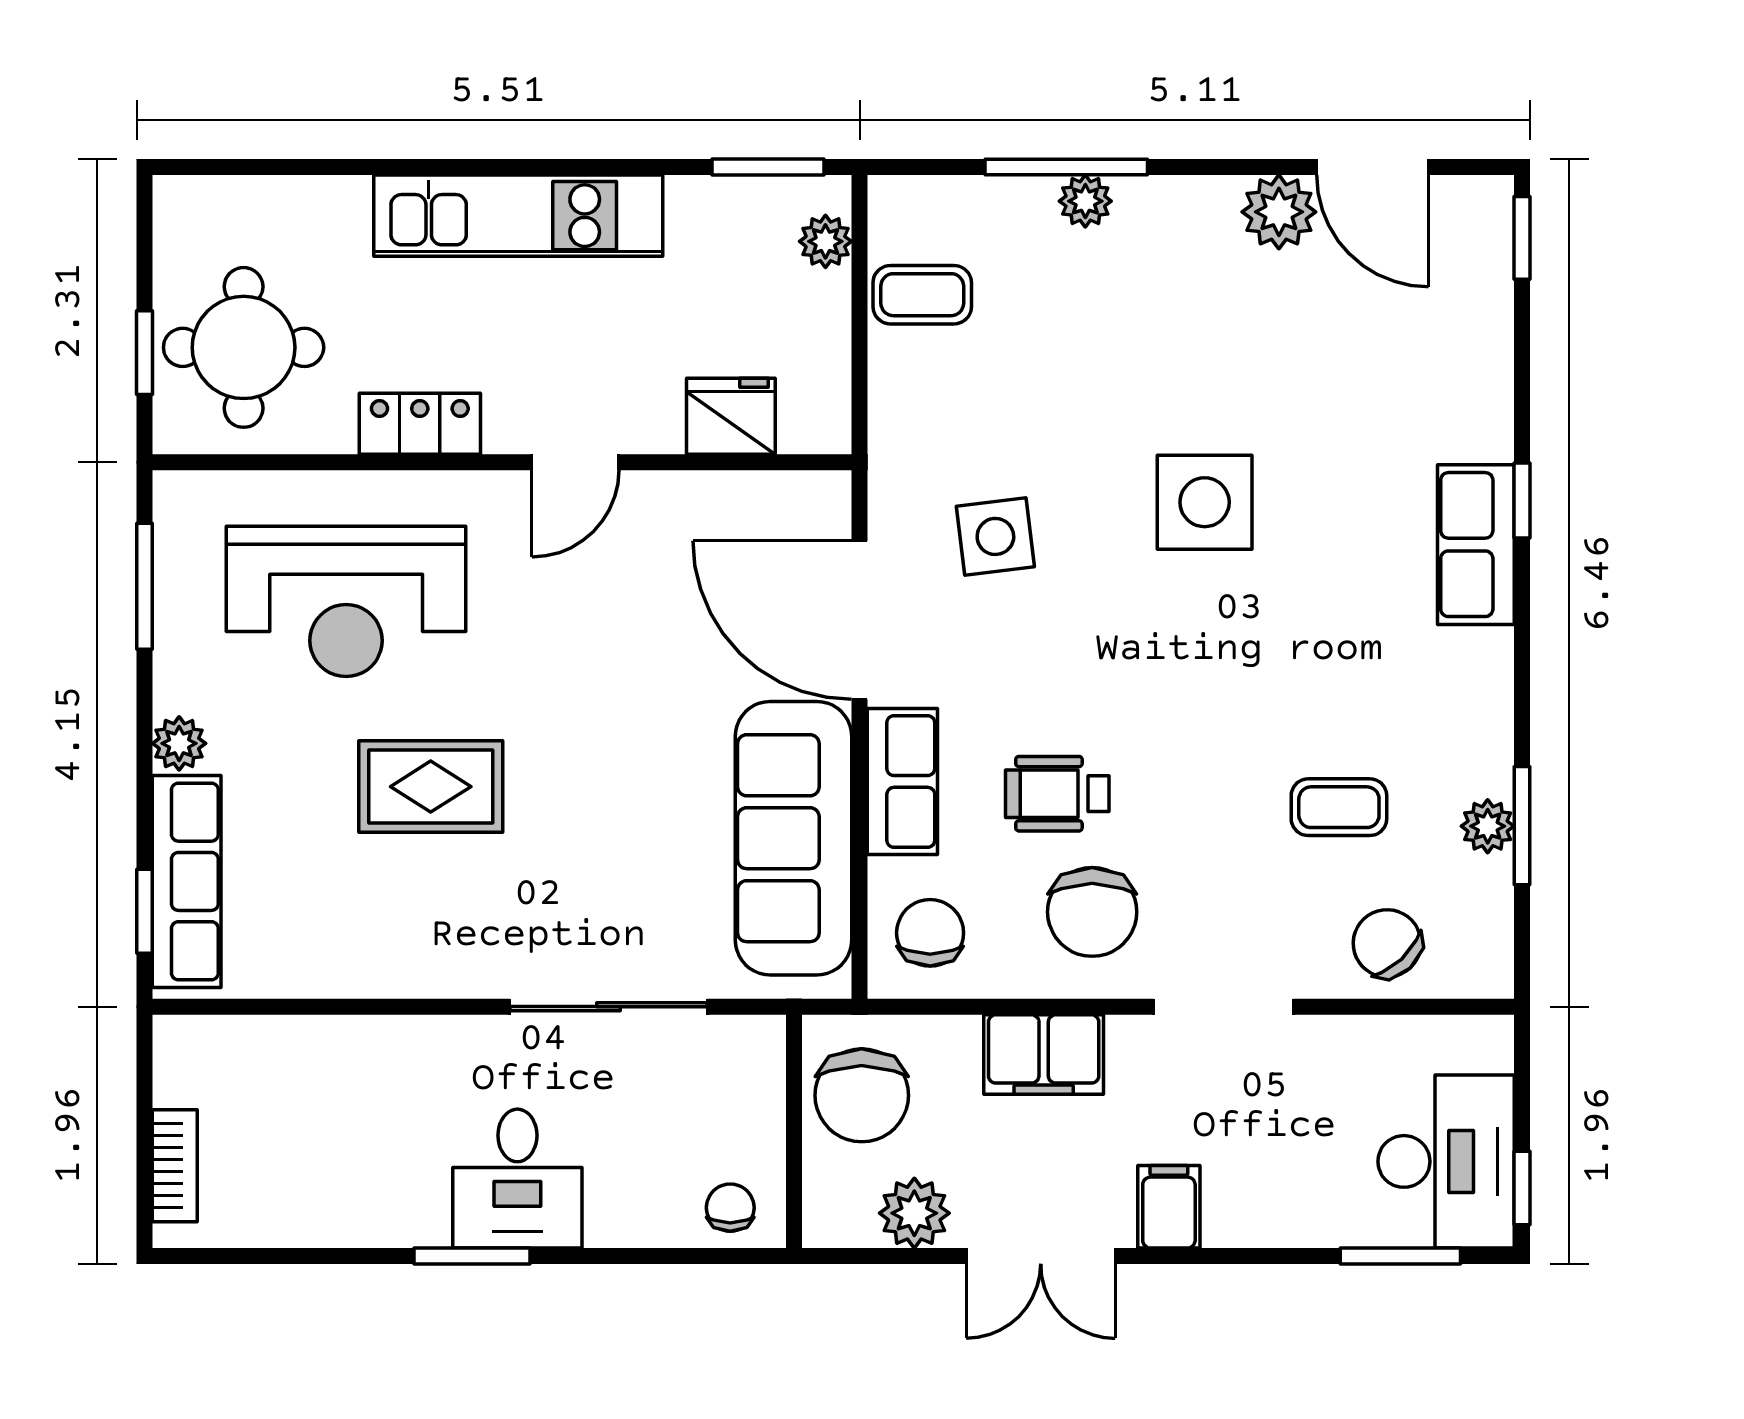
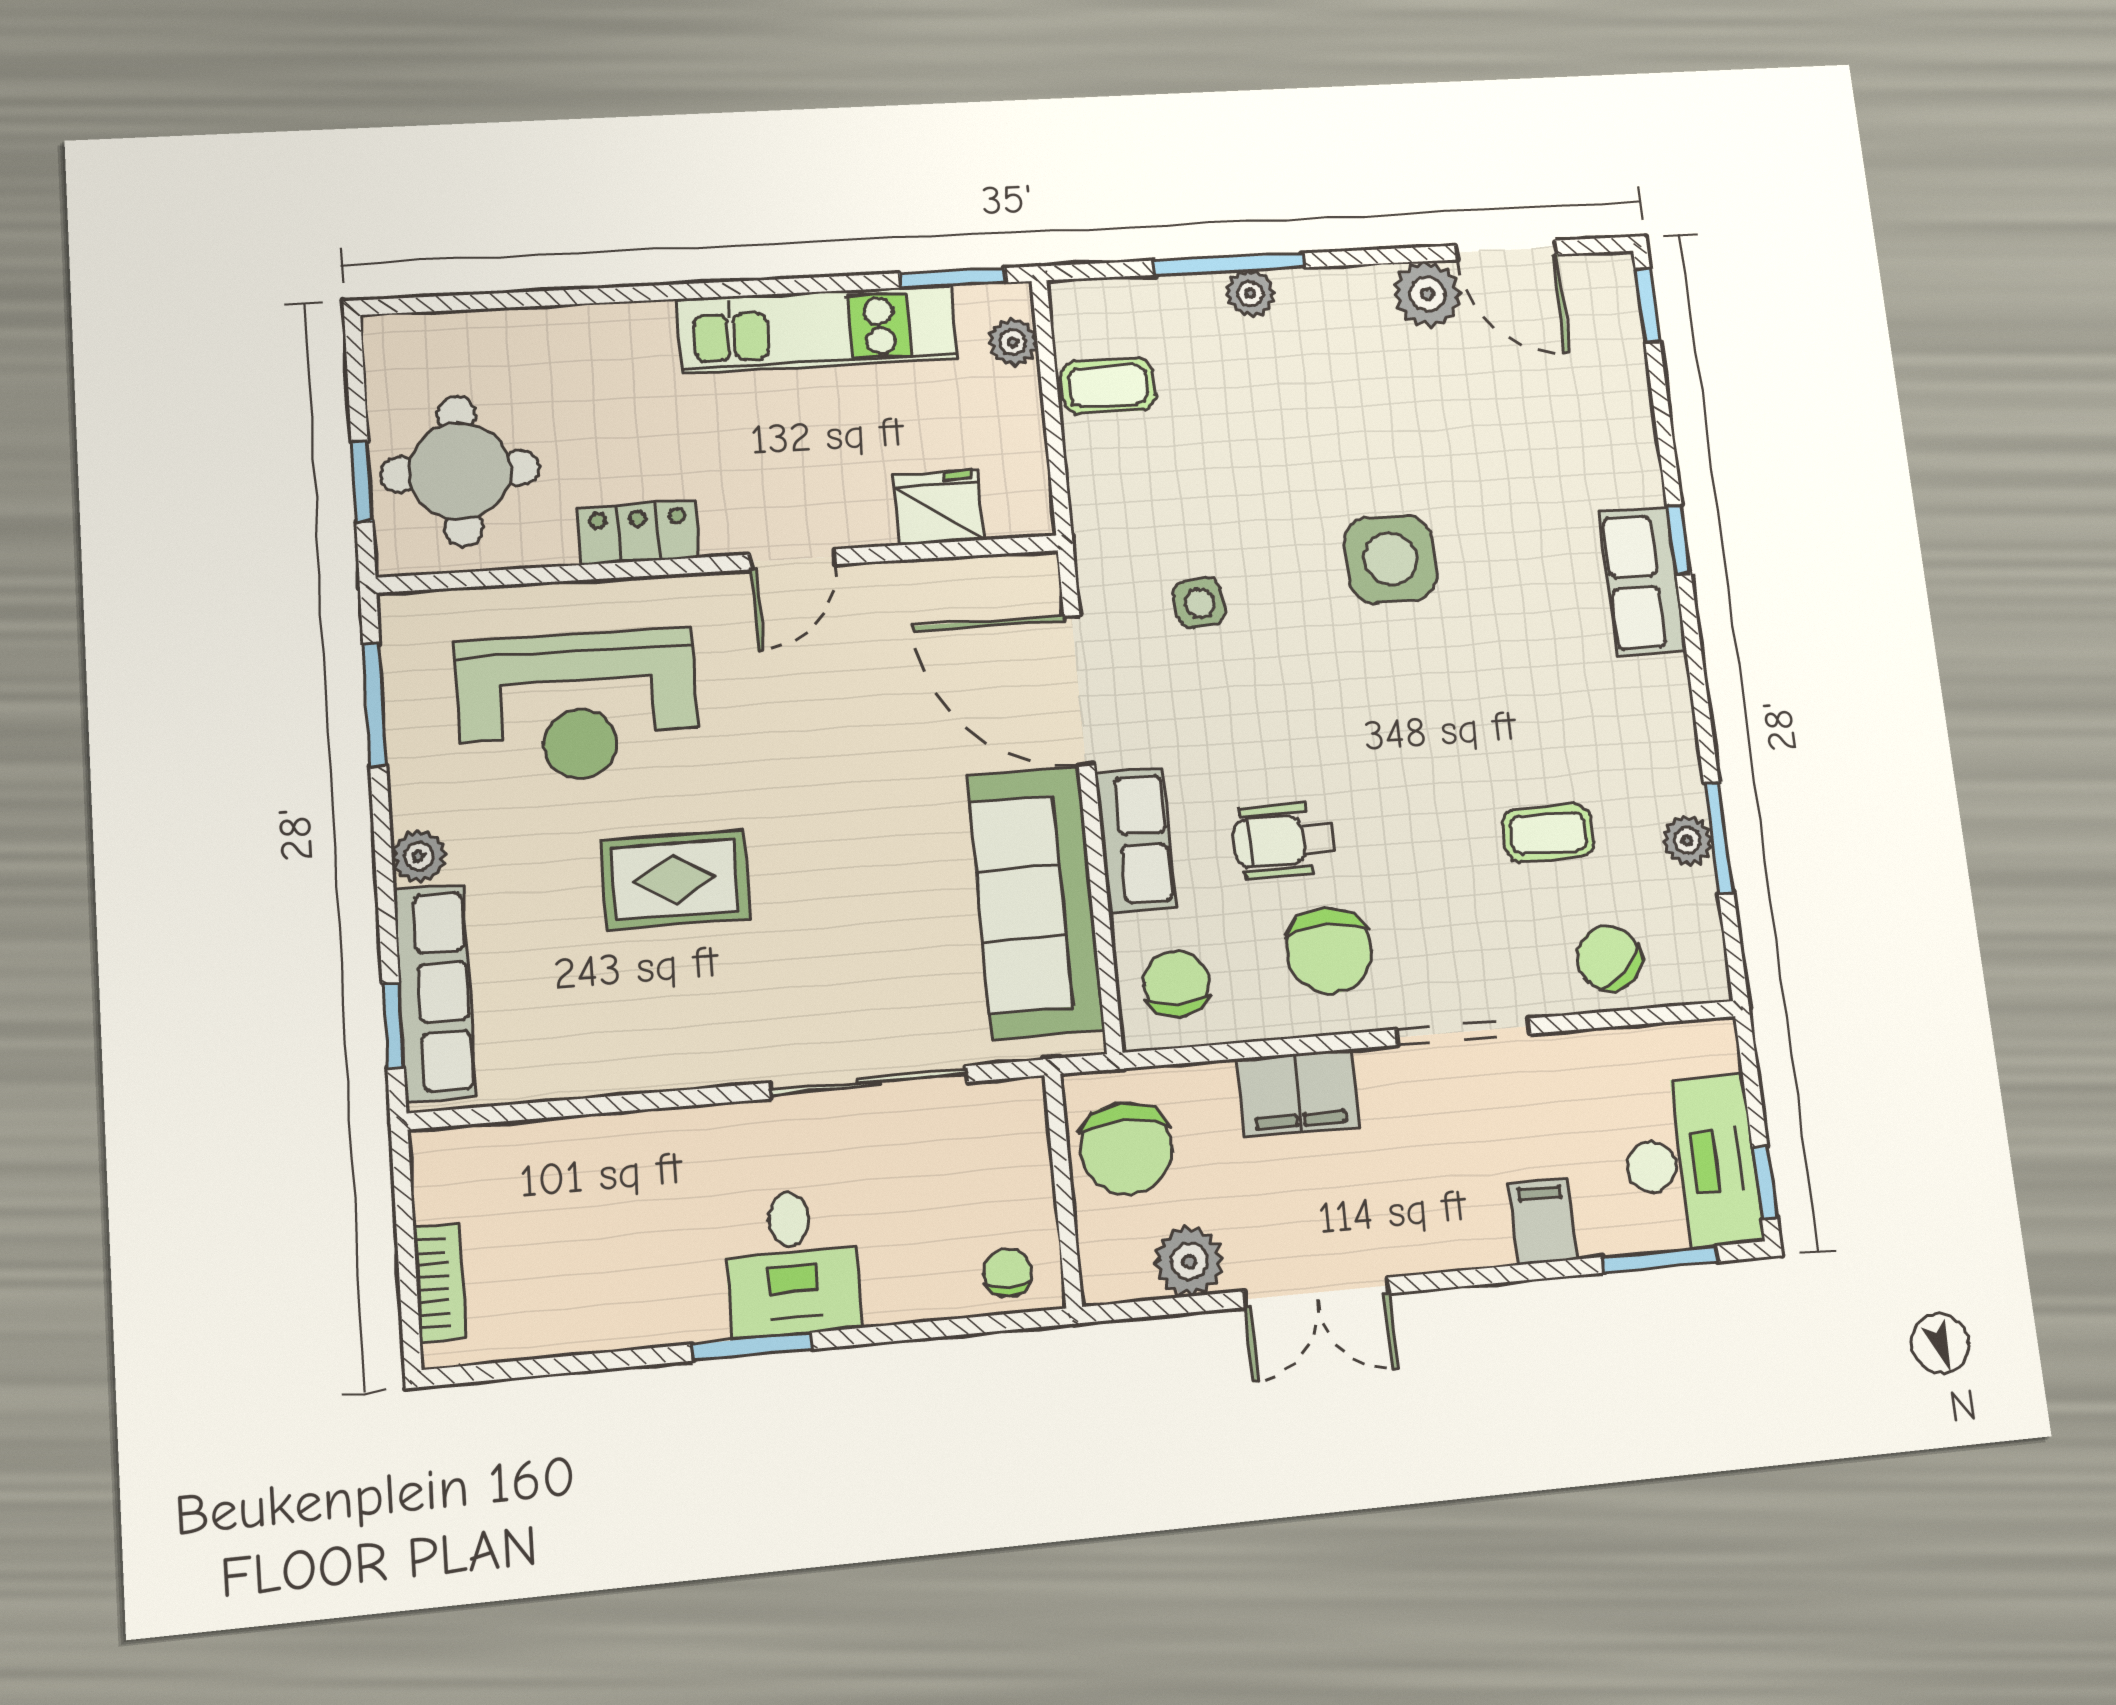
kitchen unit: (518, 216) -> (817, 329), moved
side table: (995, 536) -> (1200, 603), width x0.73, depth x0.73
filing cabinet: (1169, 1207) -> (1543, 1221), moved

